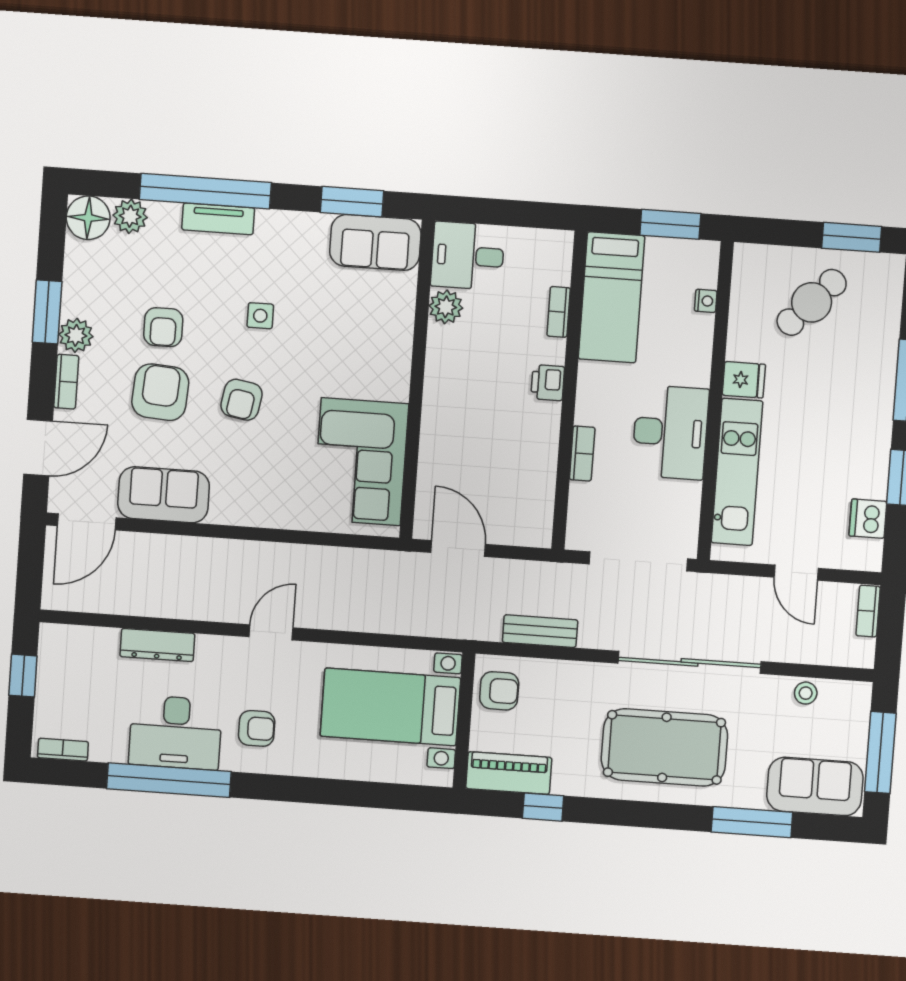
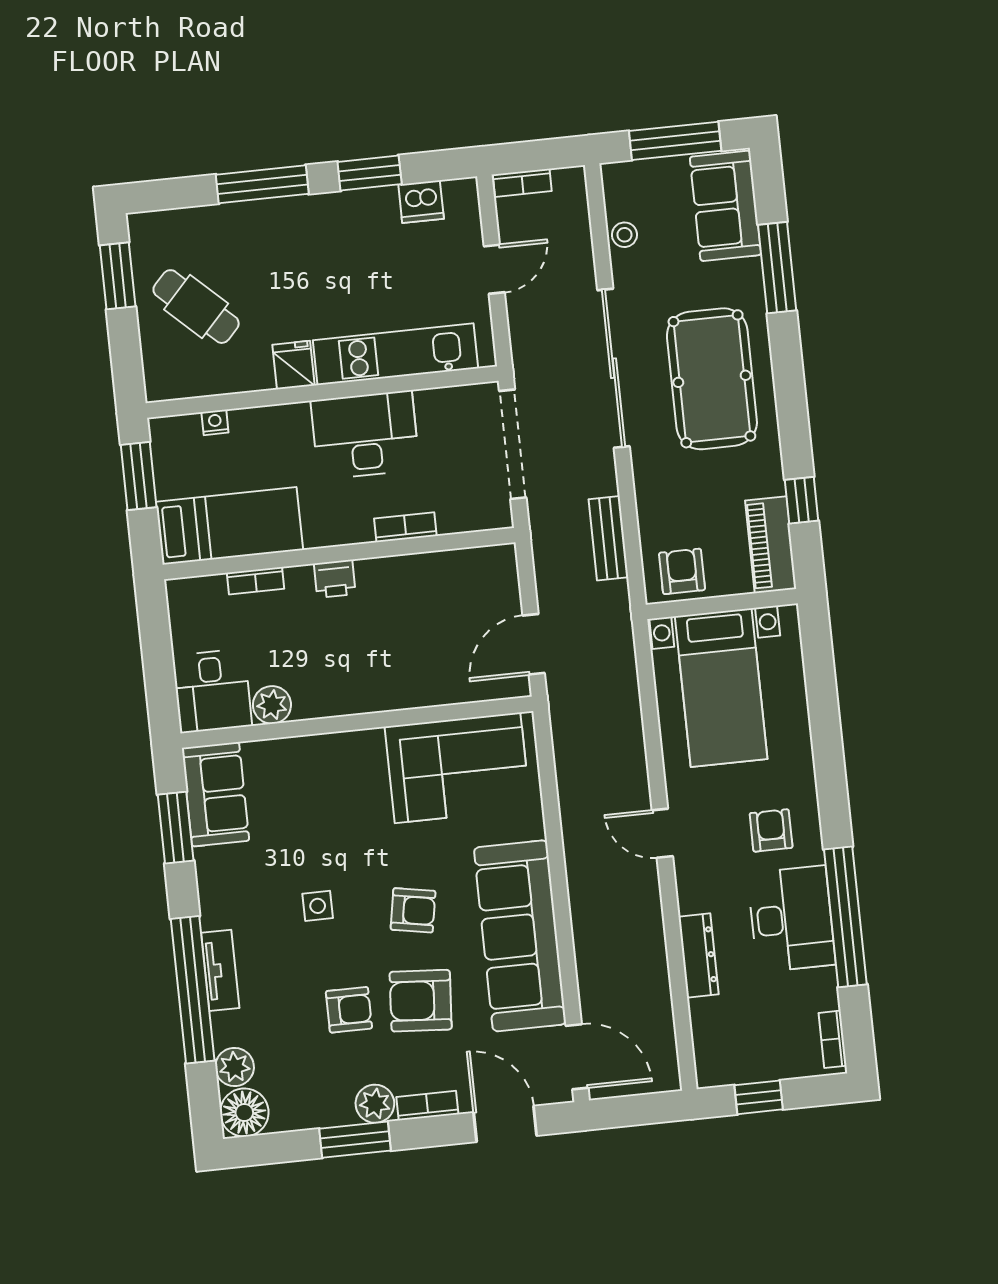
sofa: (164, 495) -> (520, 936), width x1.85, depth x1.27

